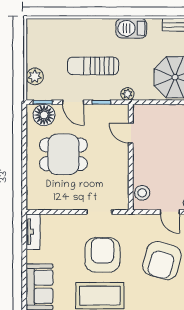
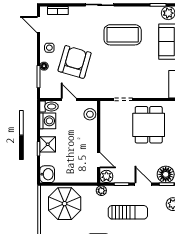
plant: (121, 112) -> (106, 176), added
dining table: (63, 154) -> (149, 125), moved, turned 90
armchair: (102, 255) -> (121, 66), removed

